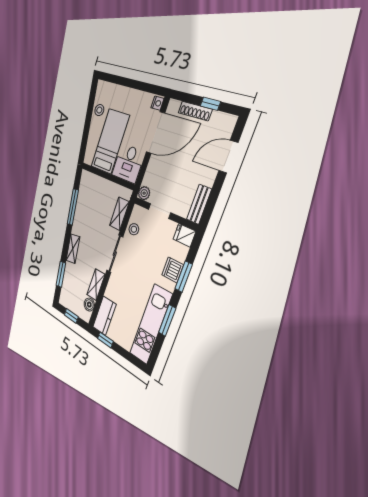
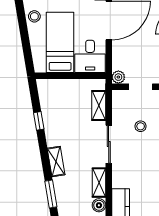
window: (73, 207) -> (39, 121), width x0.46
stool: (134, 229) -> (141, 126), moved

